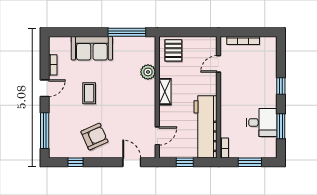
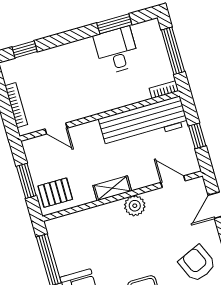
window: (187, 32) -> (26, 181), added
plant: (148, 72) -> (135, 206), moved
window: (281, 86) -> (25, 49), moved
window: (250, 162) -> (173, 51), width x1.44

